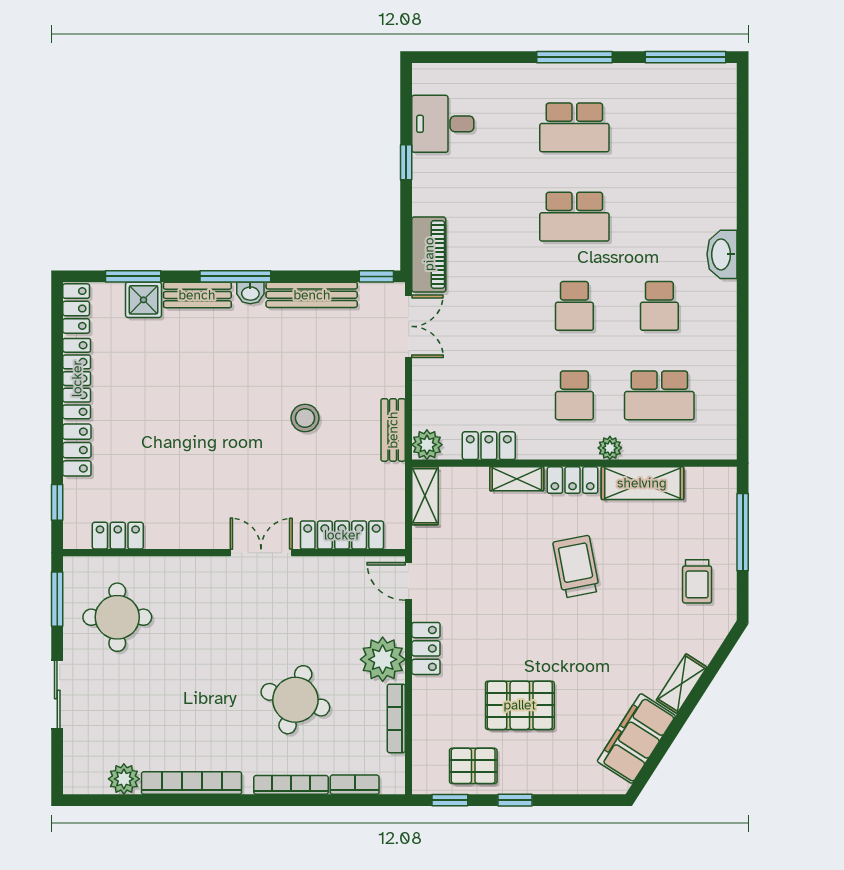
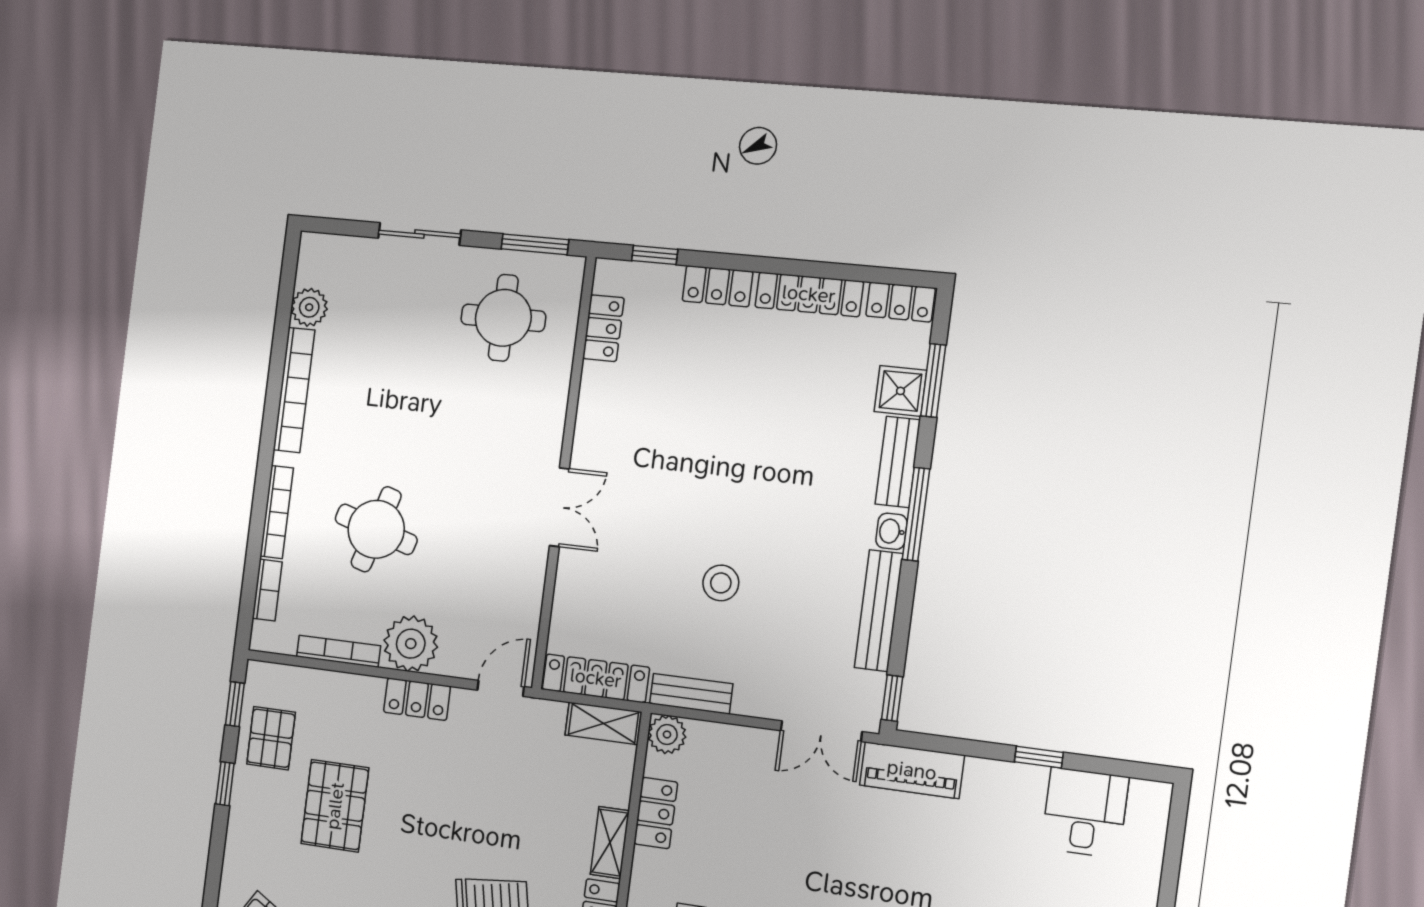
locker: (342, 535) -> (596, 678), moved, turned -90

